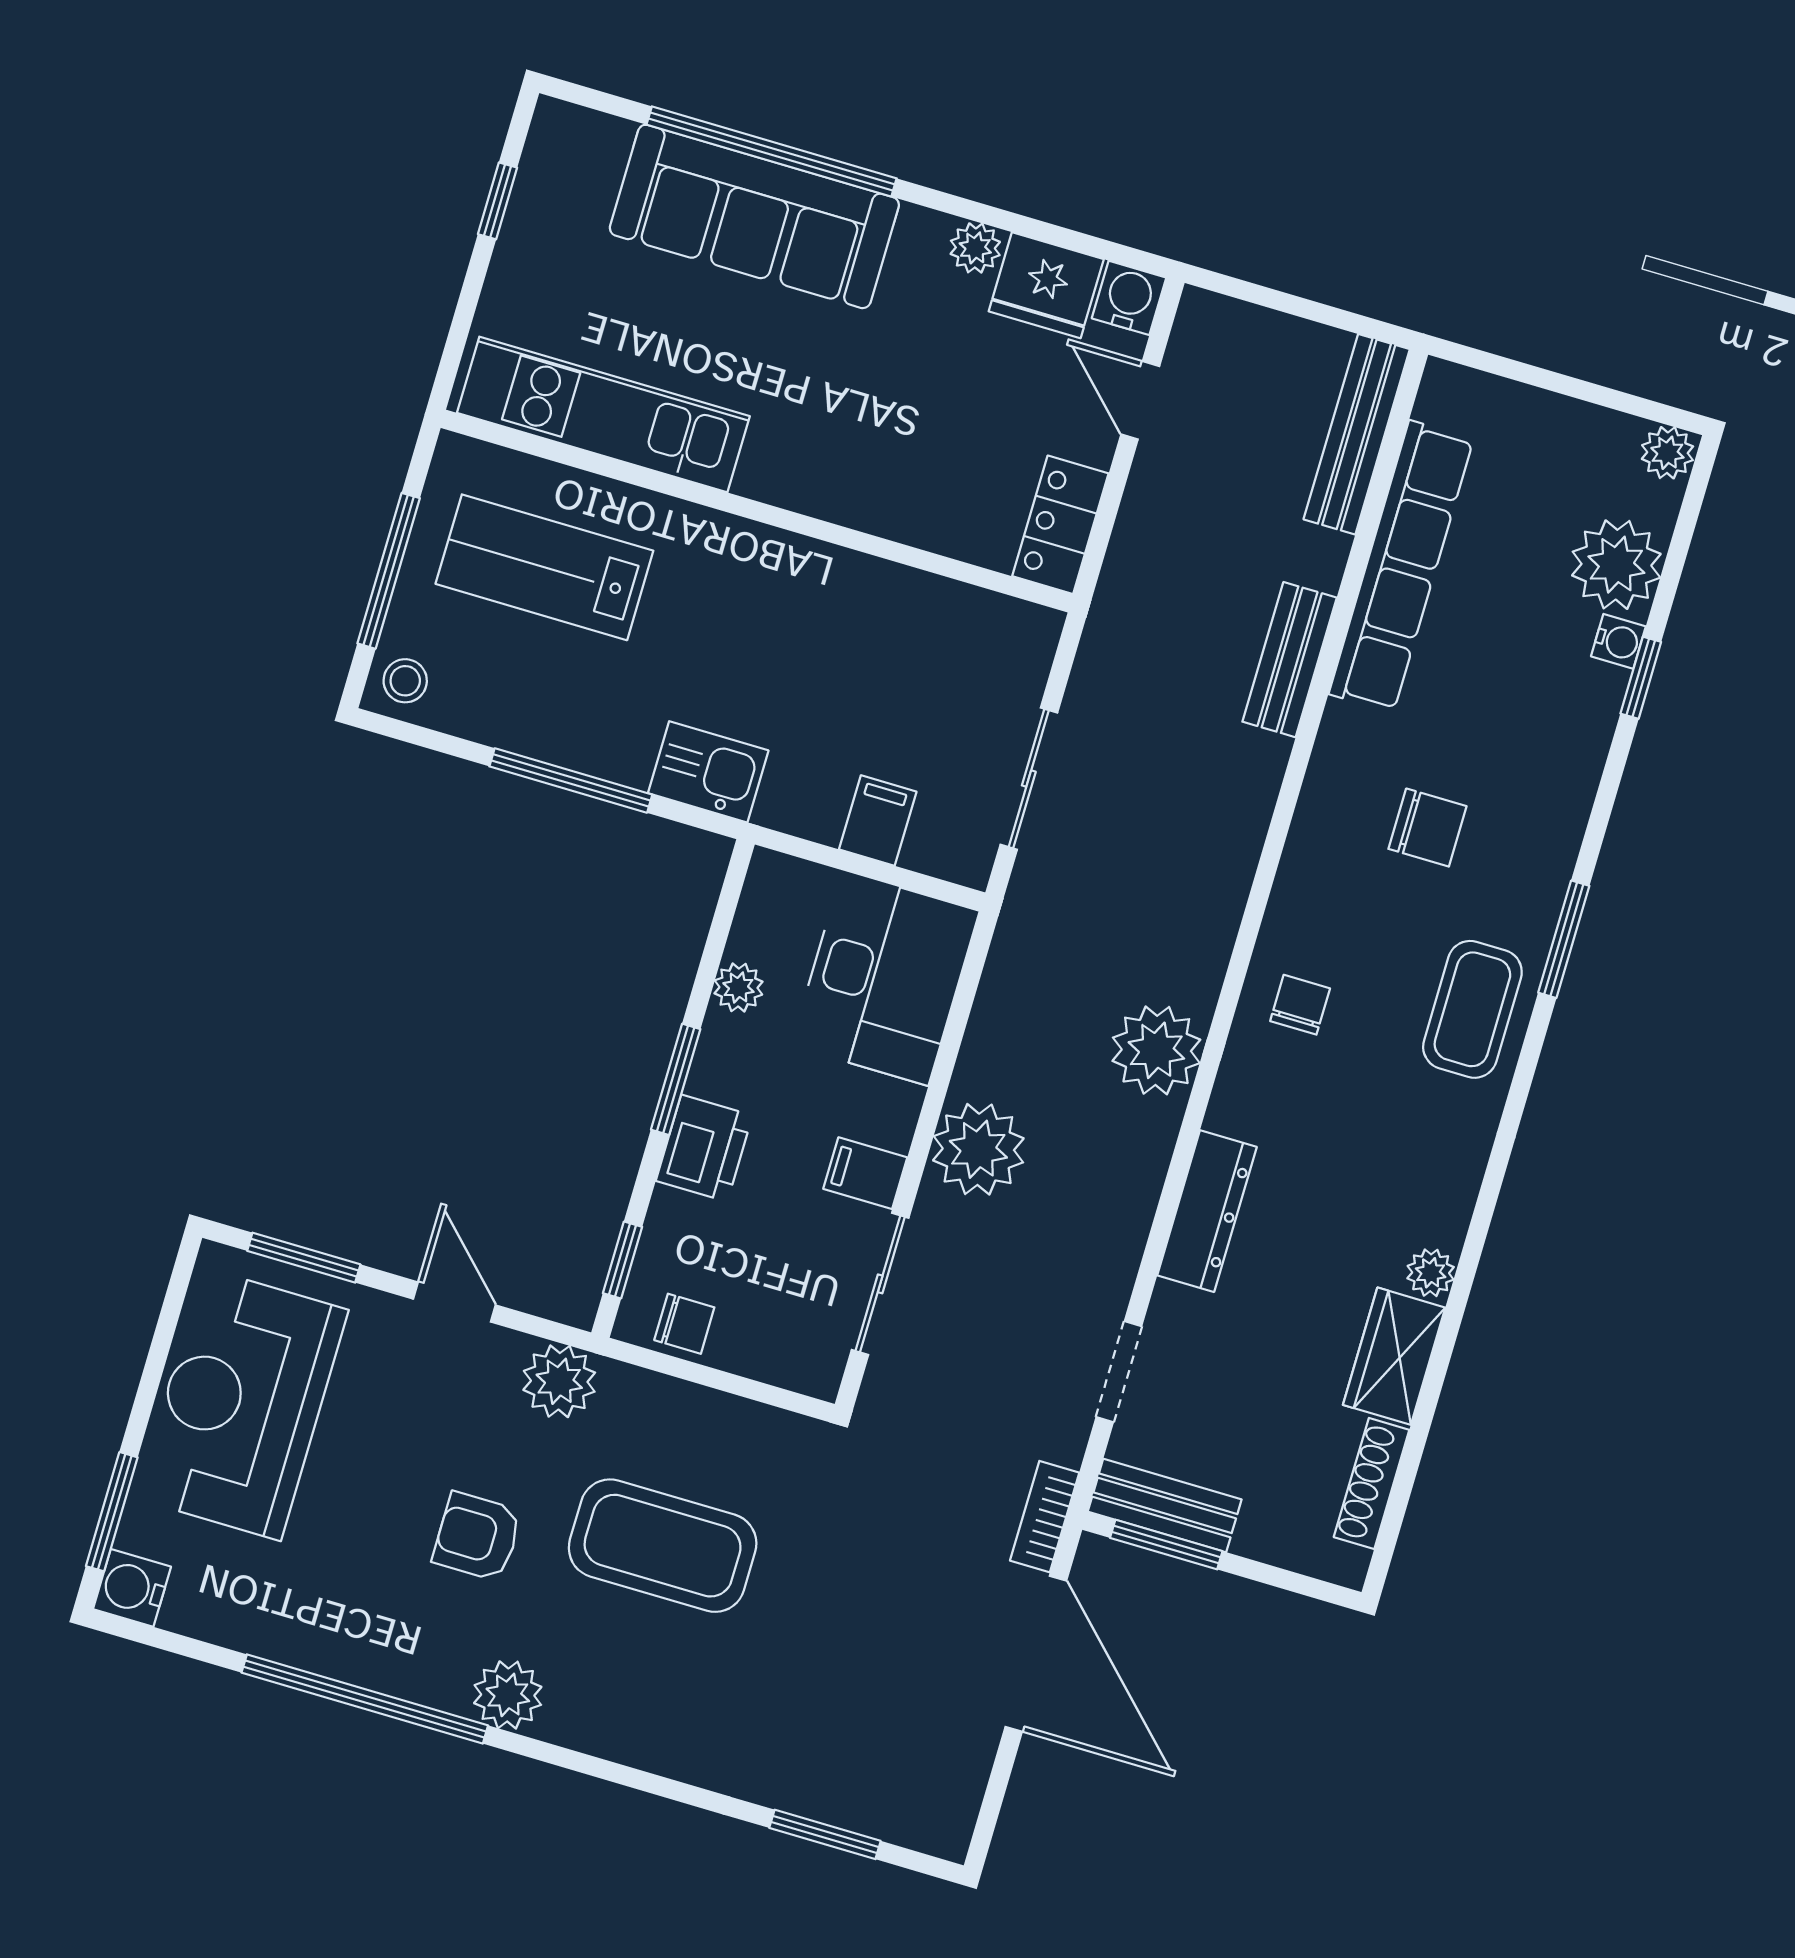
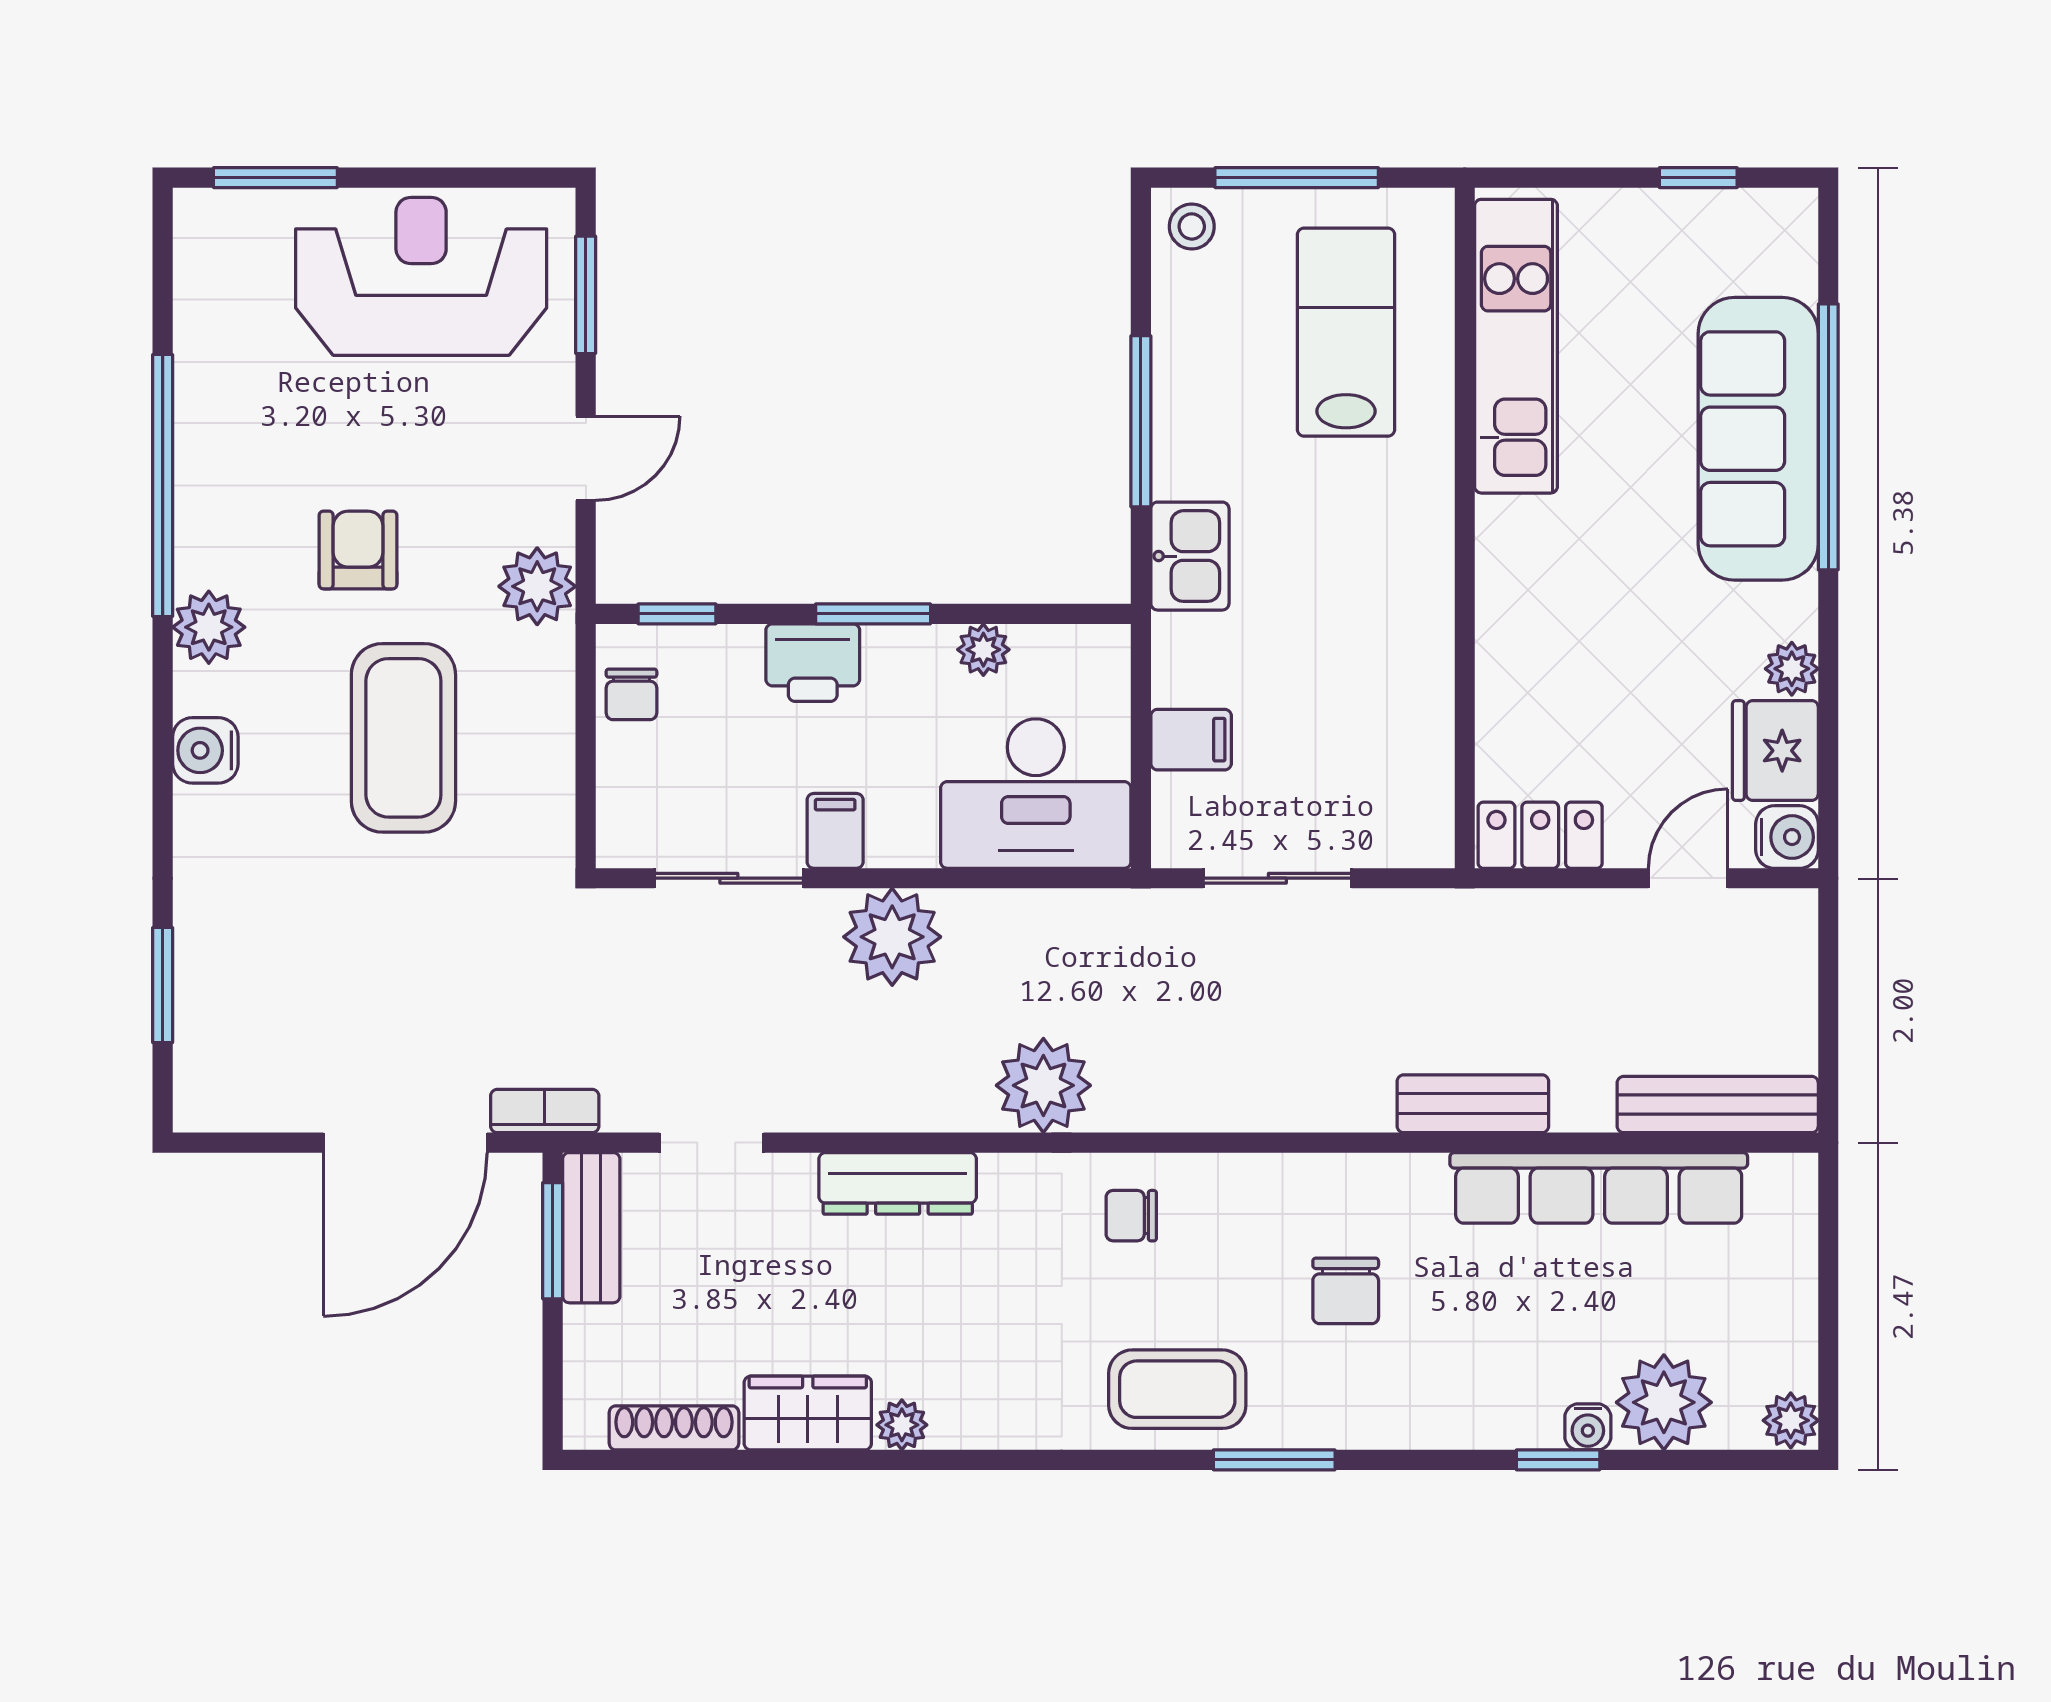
chair: (1300, 1005) -> (1131, 1216), turned 180
water cooler: (132, 1588) -> (205, 750), moved, turned -90

